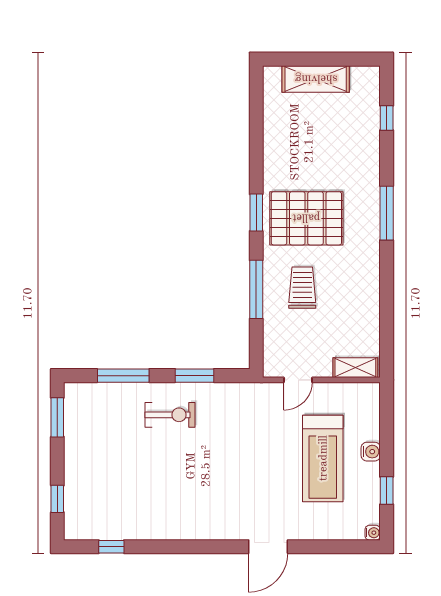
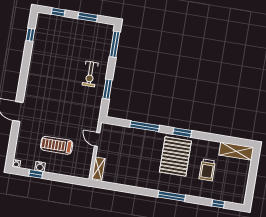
shelving: (316, 79) -> (236, 151), moved, turned 90
trolley: (302, 288) -> (207, 170), moved, turned 90
window: (123, 376) -> (115, 44), moved
window: (57, 417) -> (88, 17), moved
water cooler: (371, 452) -> (40, 167), moved
treadmill: (323, 458) -> (57, 145), width x0.73, depth x0.73

